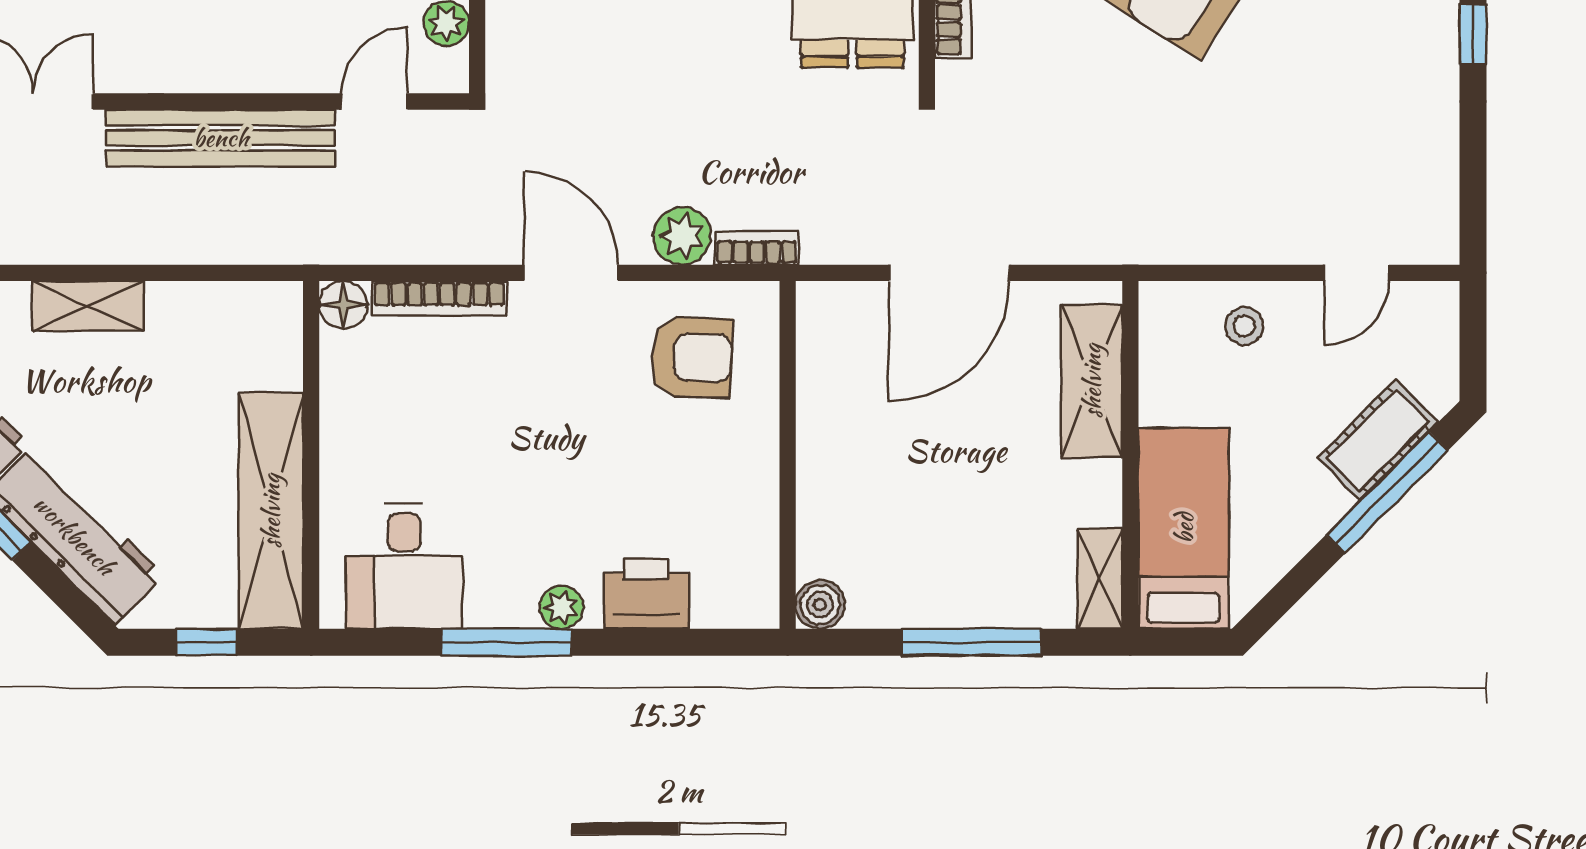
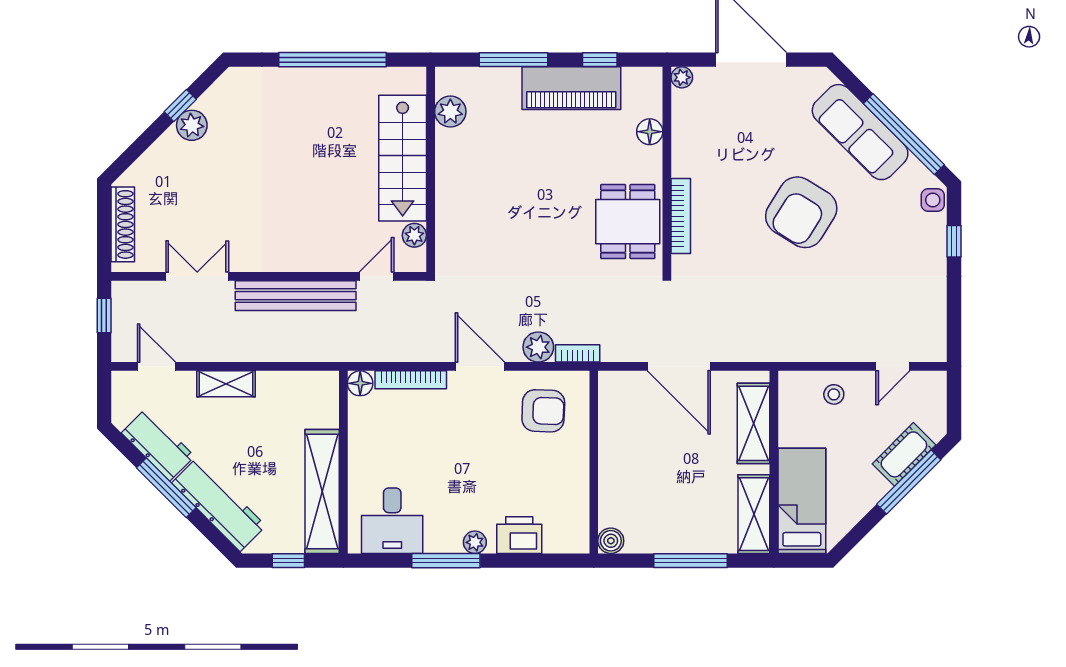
door: (949, 273) -> (679, 366), hinge flipped
shelving: (1100, 579) -> (754, 514), width x1.50, depth x1.33

